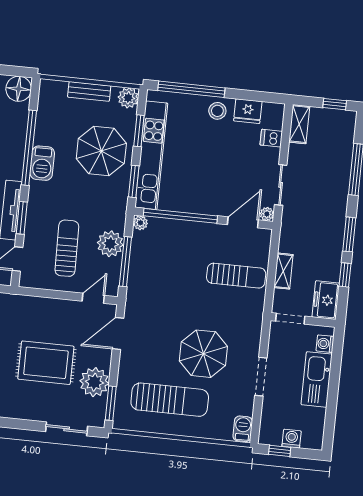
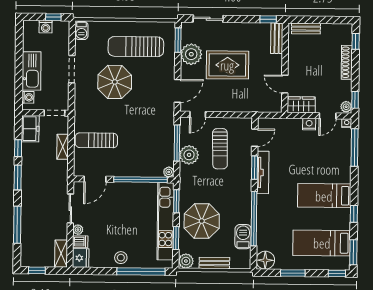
fridge: (248, 111) -> (81, 258), moved, turned 90
barbecue: (42, 163) -> (243, 237), moved
plant: (267, 214) -> (78, 230), moved

